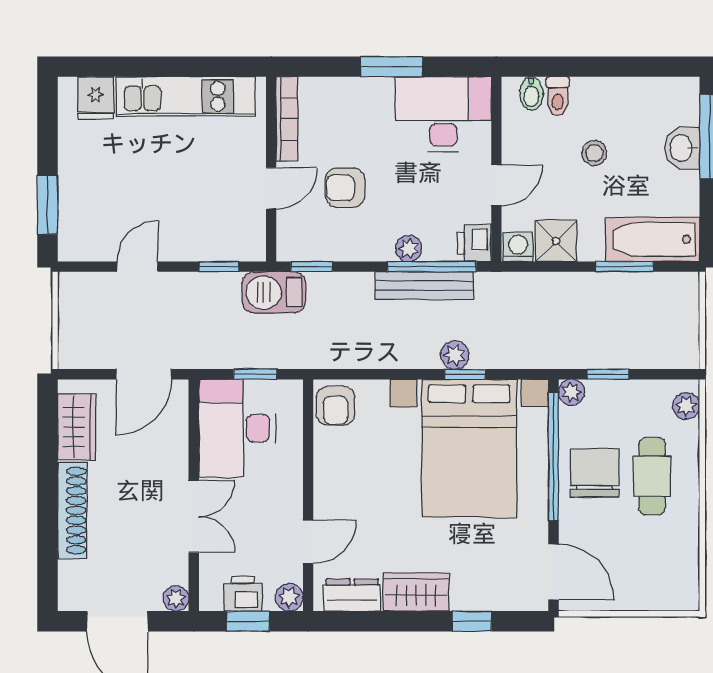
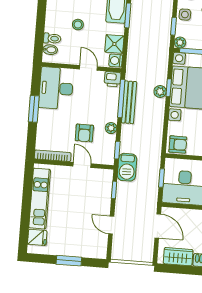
window: (48, 205) -> (69, 261), moved
plant: (409, 249) -> (111, 128), moved
side table: (637, 398) -> (185, 15), added

